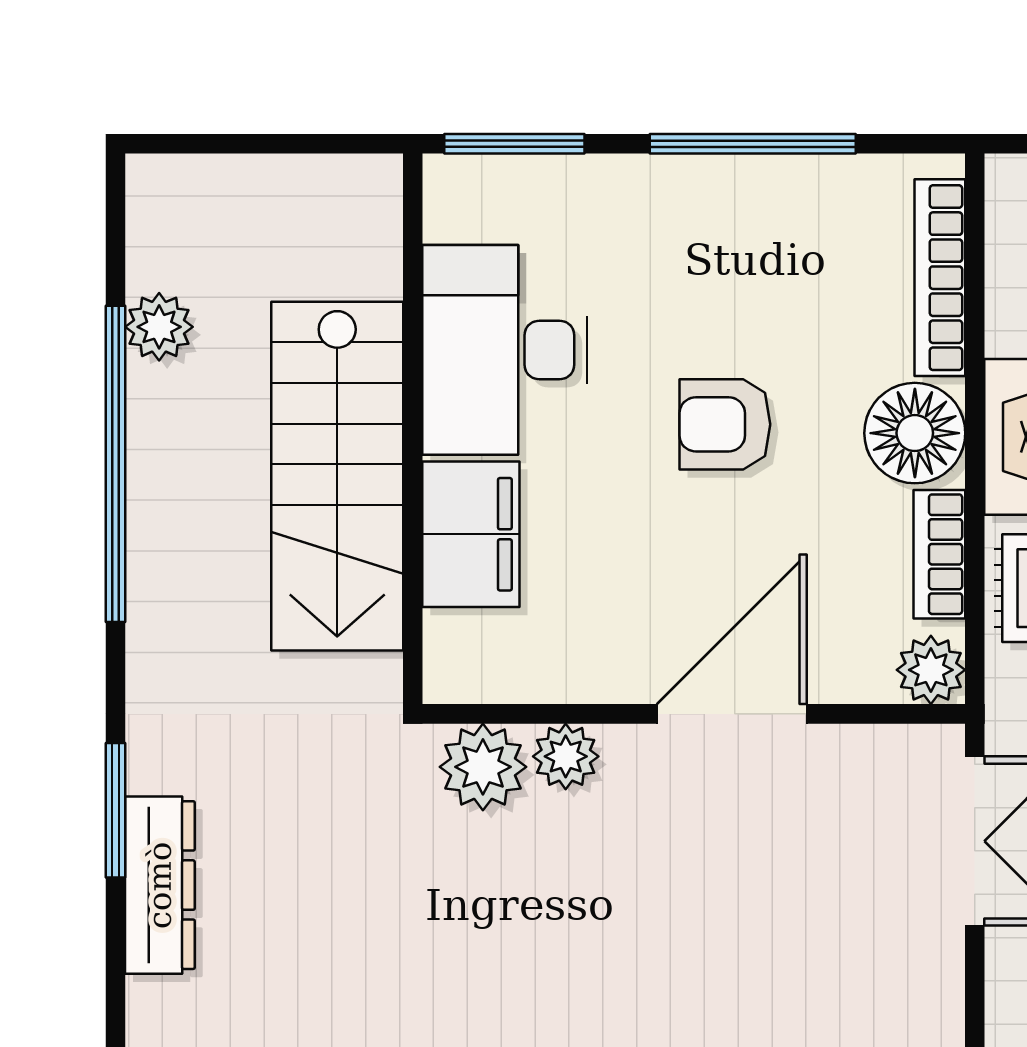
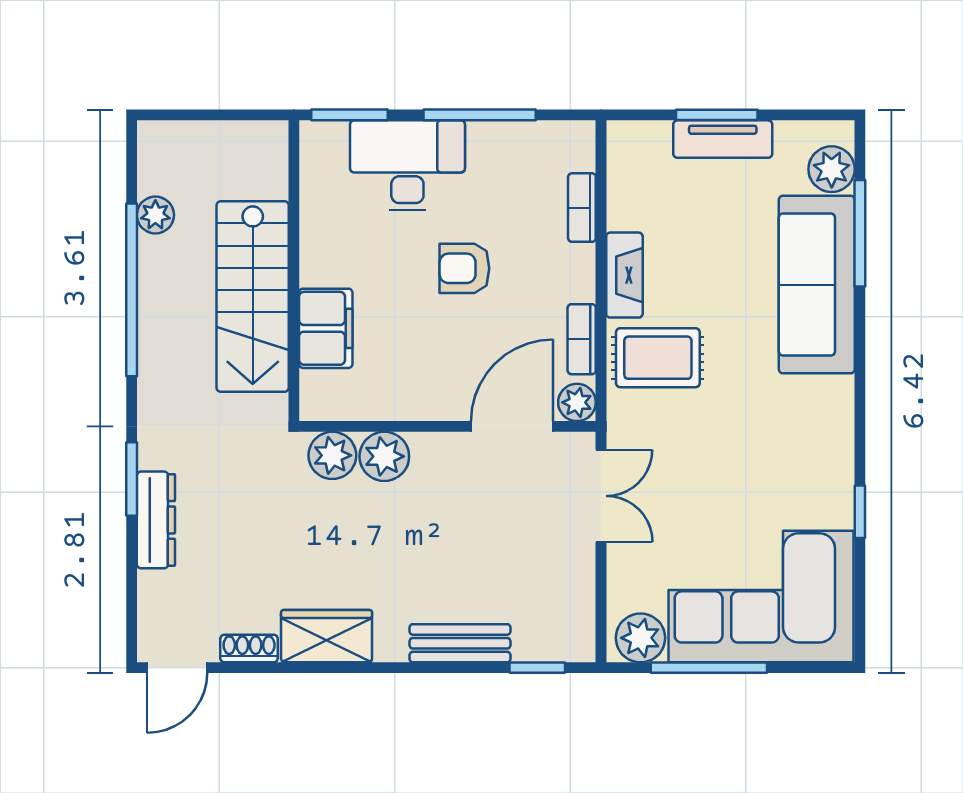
bookcase: (940, 278) -> (582, 208), width x0.64
desk: (505, 350) -> (407, 165), moved, turned 90
floor lamp: (915, 433) -> (568, 273), removed
door: (732, 714) -> (512, 426), moved
plant: (566, 756) -> (384, 456), width x1.38, depth x1.38

